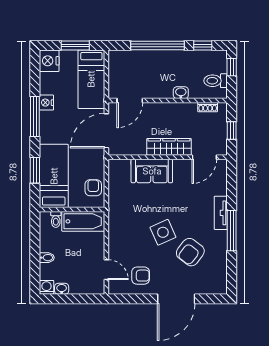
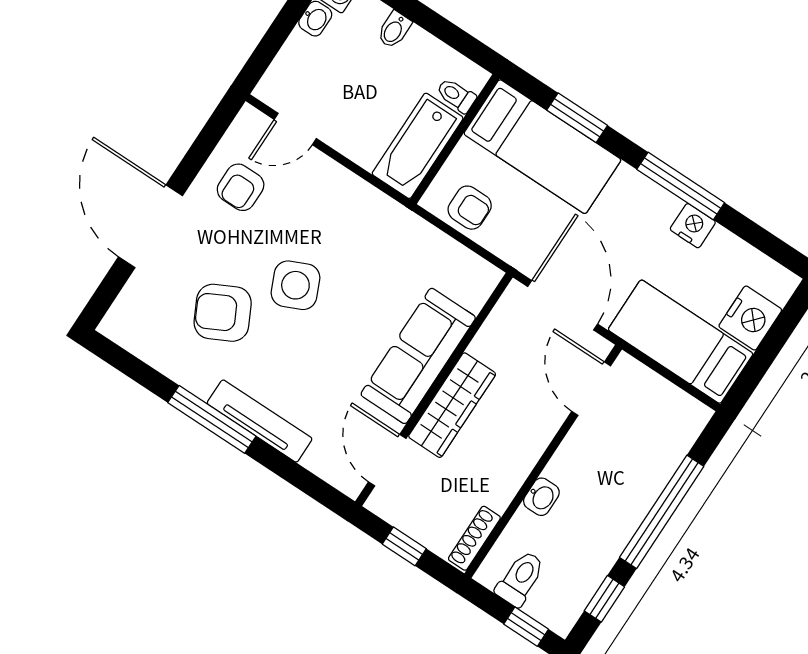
window: (75, 46) -> (766, 353), removed
nightstand: (49, 61) -> (750, 318), moved, turned 90
shoe rack: (208, 107) -> (474, 538), width x1.43
sofa: (152, 171) -> (418, 356), width x1.36
tv unit: (221, 213) -> (260, 421), width x1.41
armchair: (190, 252) -> (223, 313), turned -64

